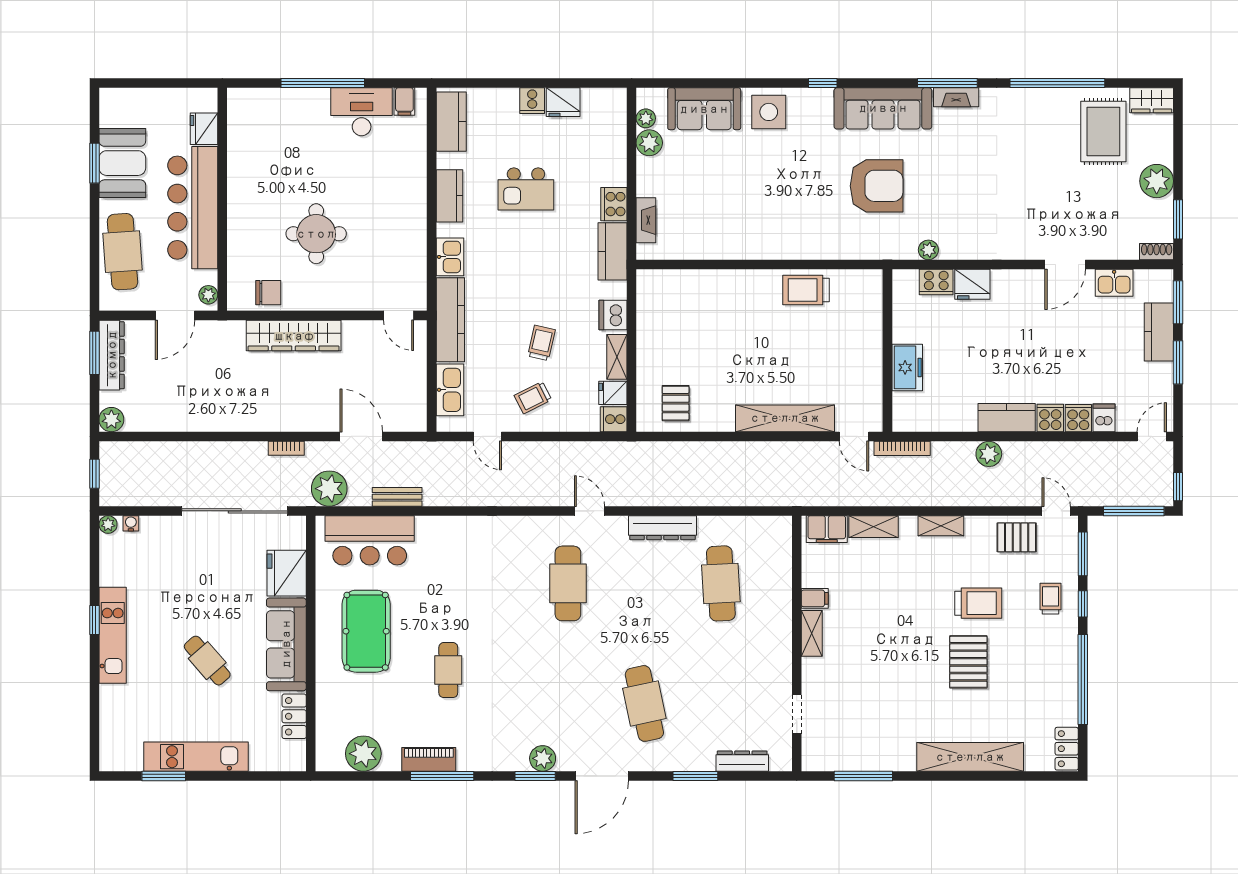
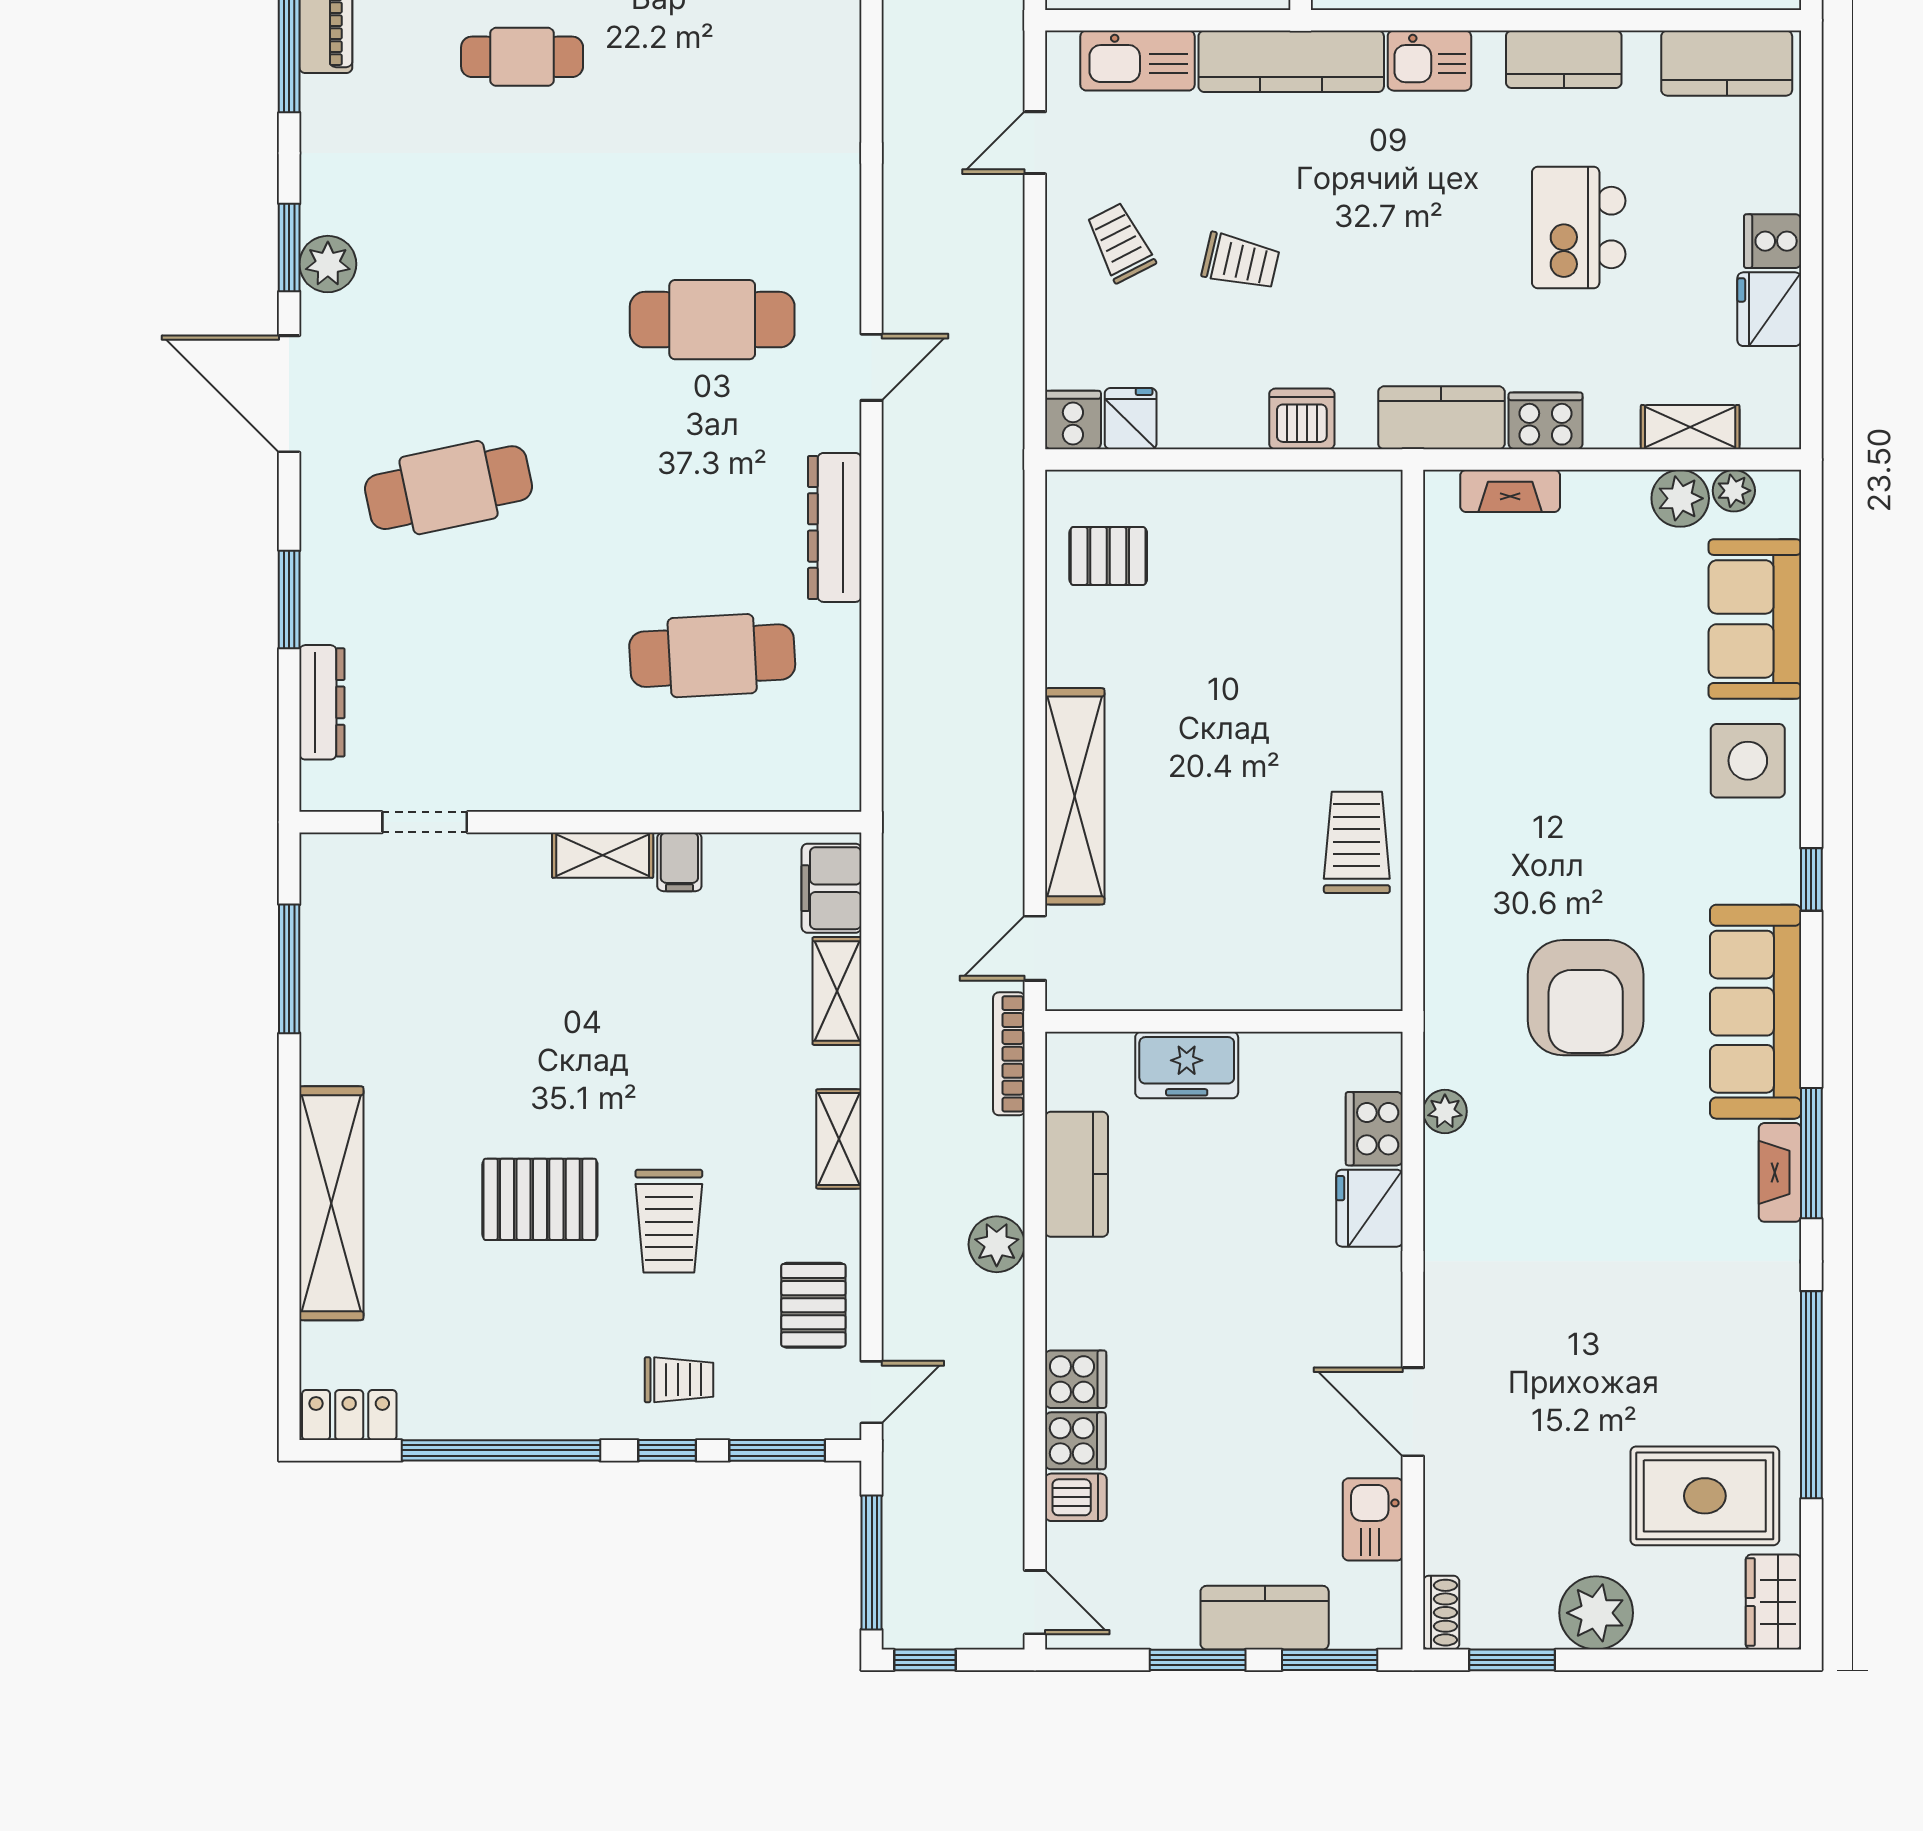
shelving: (617, 357) -> (1690, 427), moved
kitchen counter: (1007, 418) -> (1077, 1174), moved

